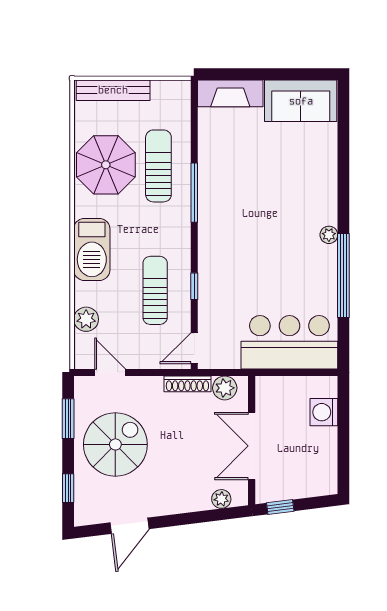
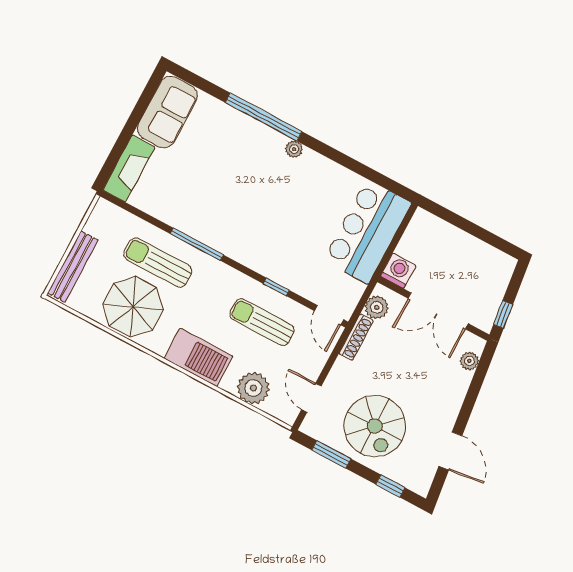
window: (343, 275) -> (264, 117), moved
plant: (86, 319) -> (253, 388), width x1.36, depth x1.36
door: (110, 372) -> (311, 398), hinge flipped
washing machine: (324, 412) -> (398, 271), moved, turned 180
spiral stairs: (115, 444) -> (375, 426), turned 180

